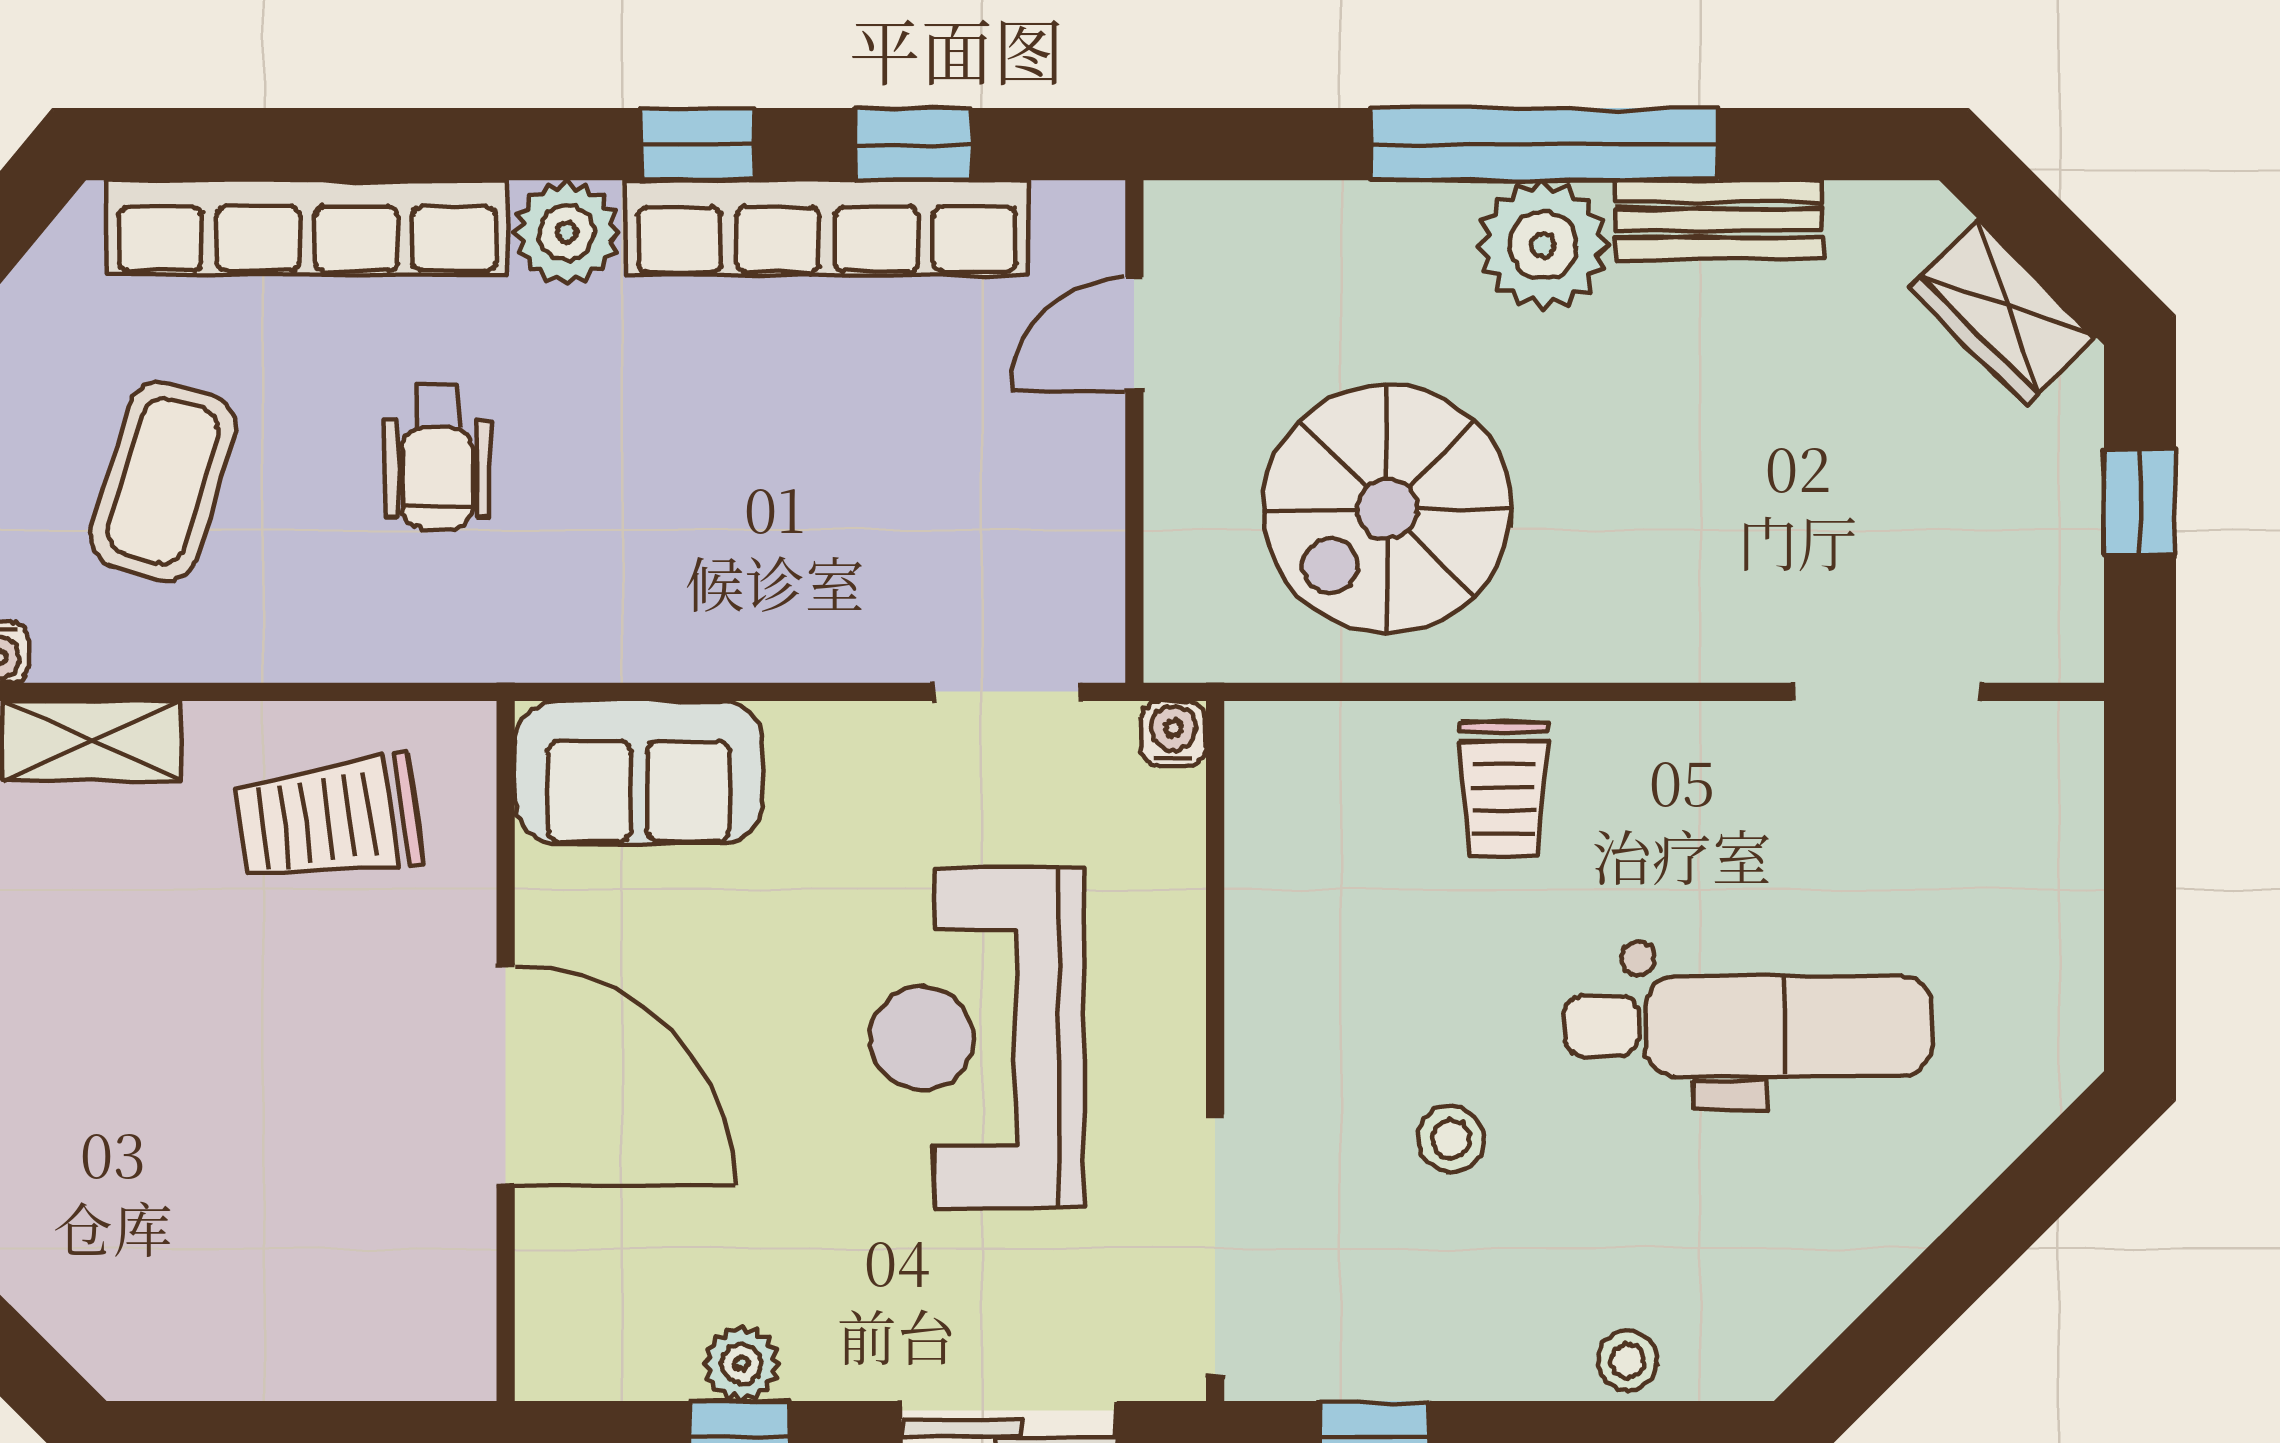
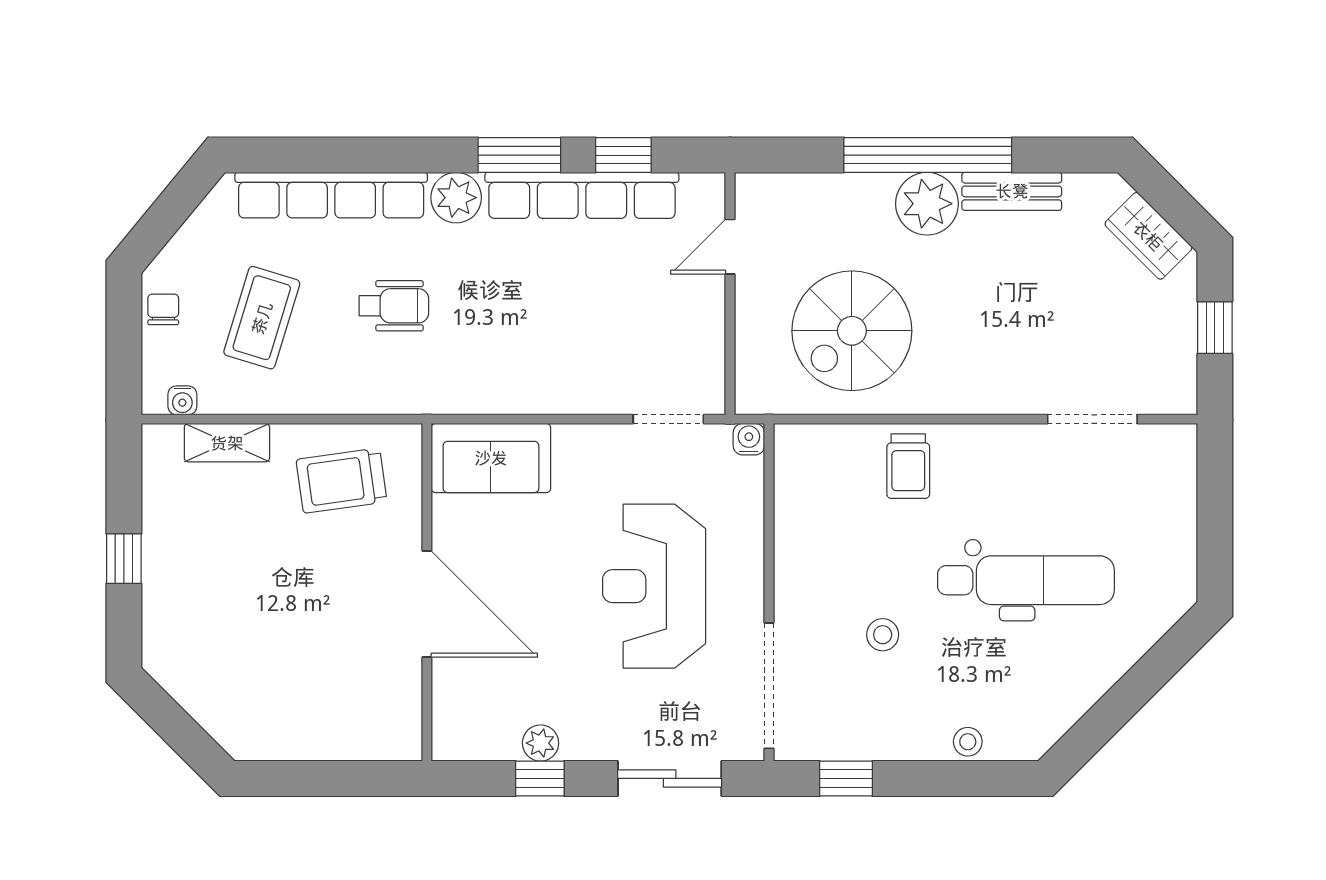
window: (697, 144) -> (519, 155), width x1.50
wheelchair: (437, 457) -> (394, 306), turned -90

